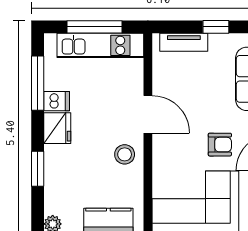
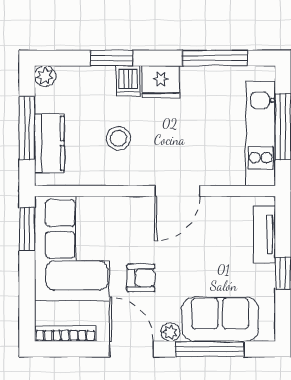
dishwasher: (57, 101) -> (128, 81), moved
armchair: (220, 145) -> (141, 278), turned -90
stool: (125, 154) -> (118, 138), moved

